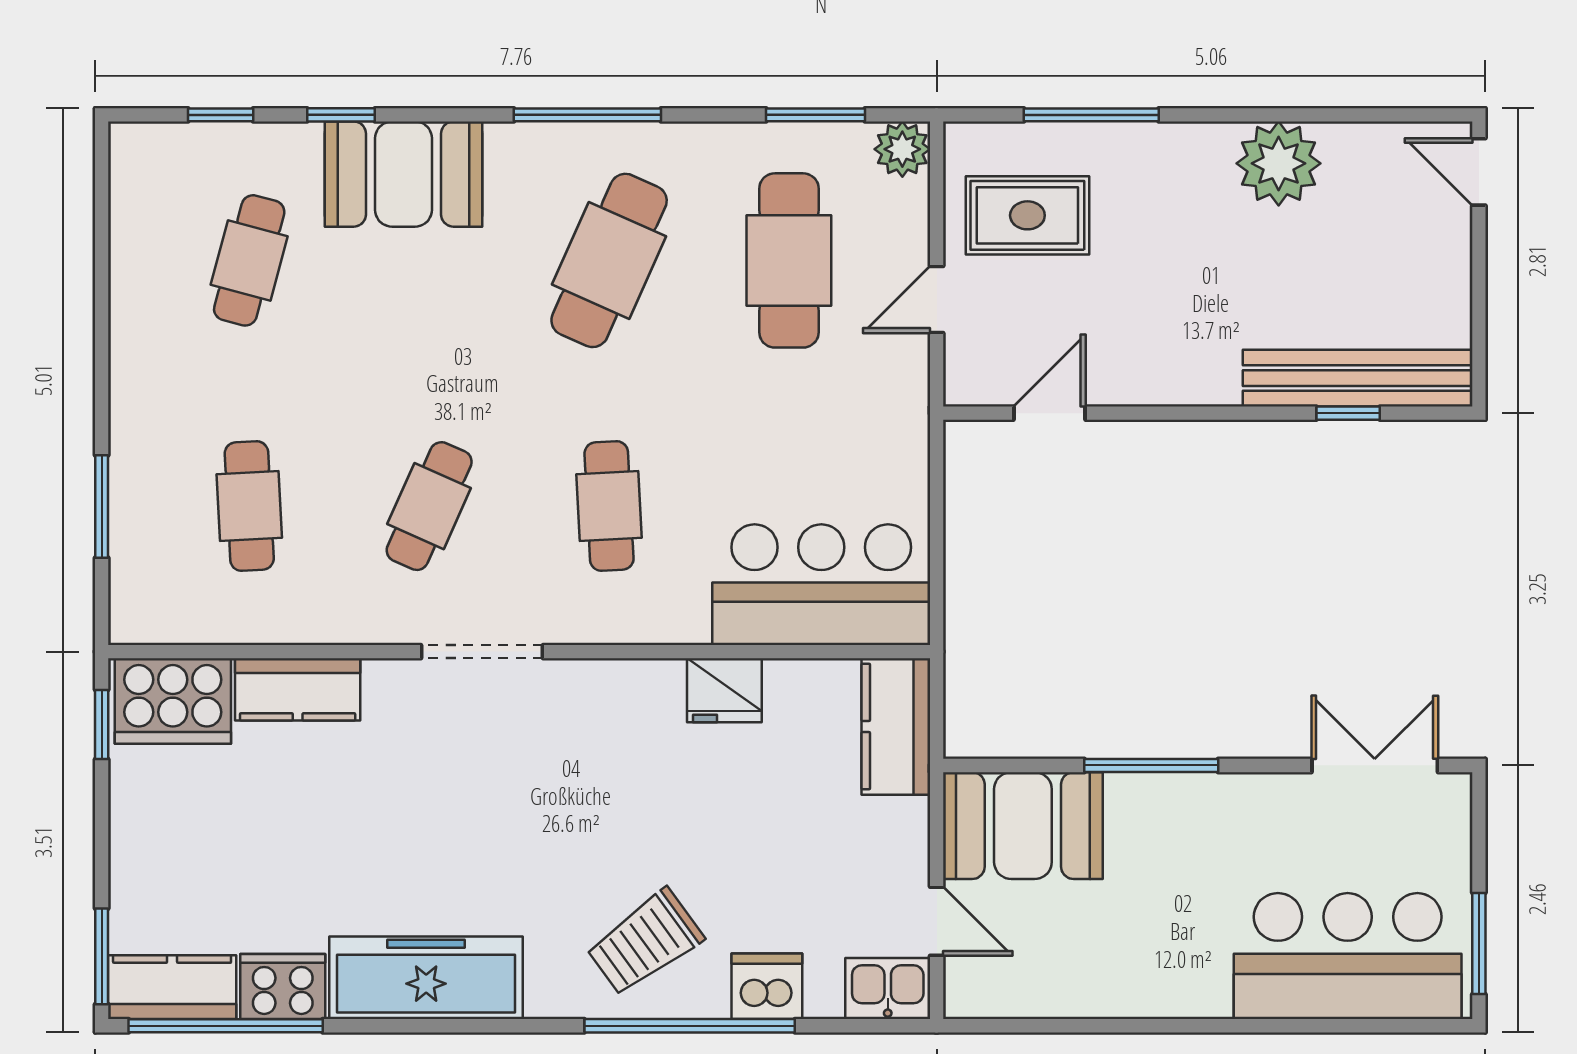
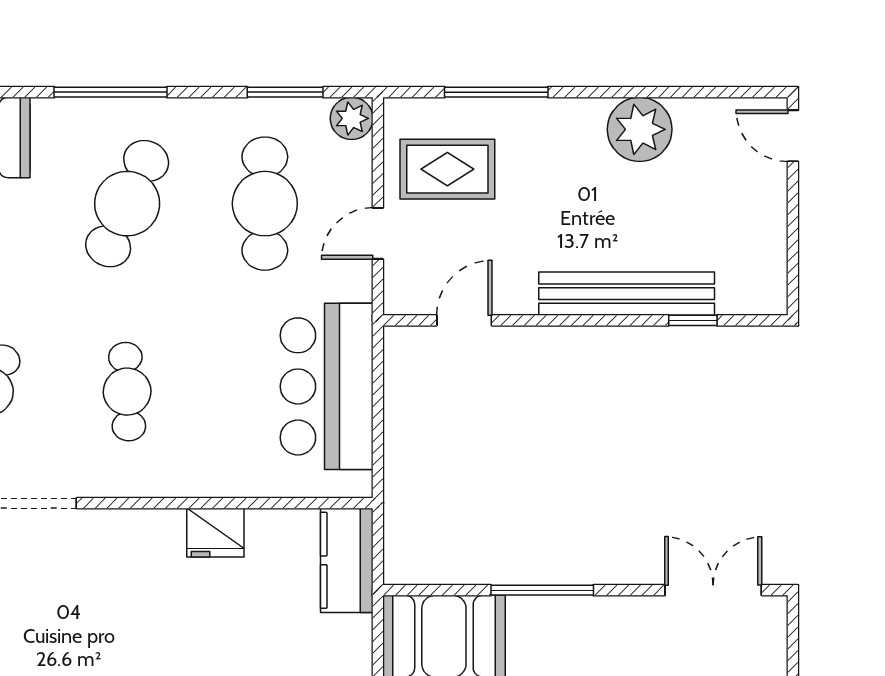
bench: (1358, 378) -> (627, 294), moved
bar counter: (821, 585) -> (327, 386), moved, turned -90

